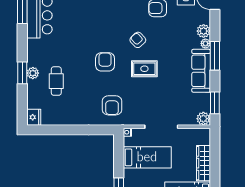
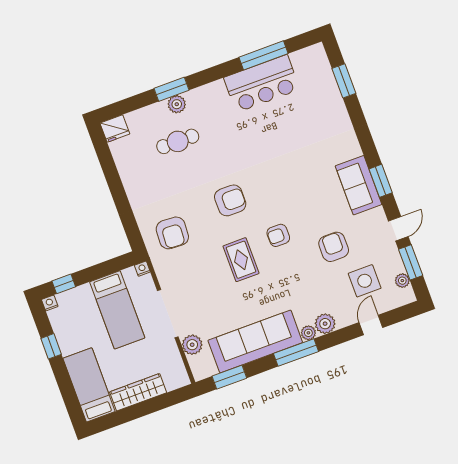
armchair: (138, 40) -> (278, 235), turned -137
sofa: (201, 71) -> (255, 341), width x1.36, depth x1.27
armchair: (112, 105) -> (172, 233), turned -87
plant: (203, 119) -> (192, 345), moved

